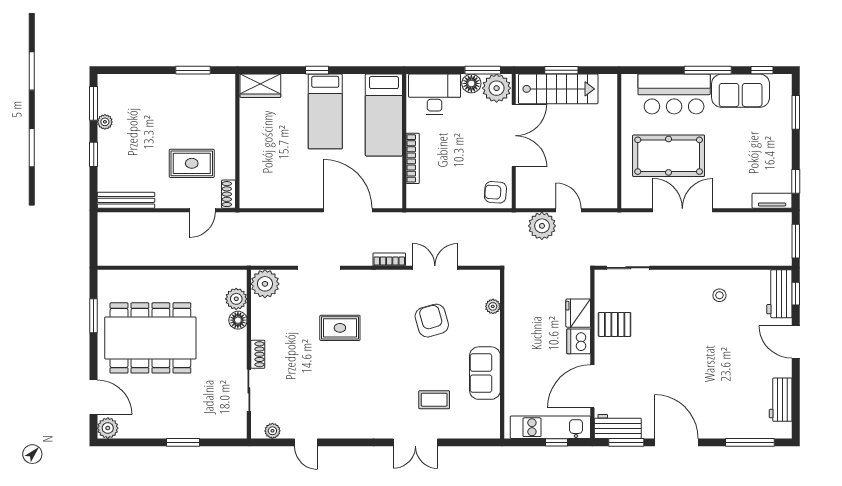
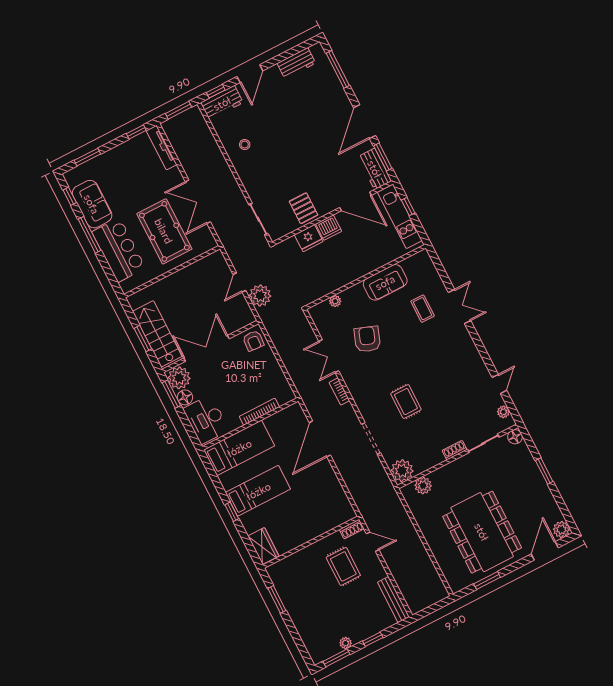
tv unit: (772, 201) -> (162, 147), width x1.41
floor lamp: (238, 320) -> (515, 437), moved
armchair: (432, 321) -> (367, 339), turned 126

